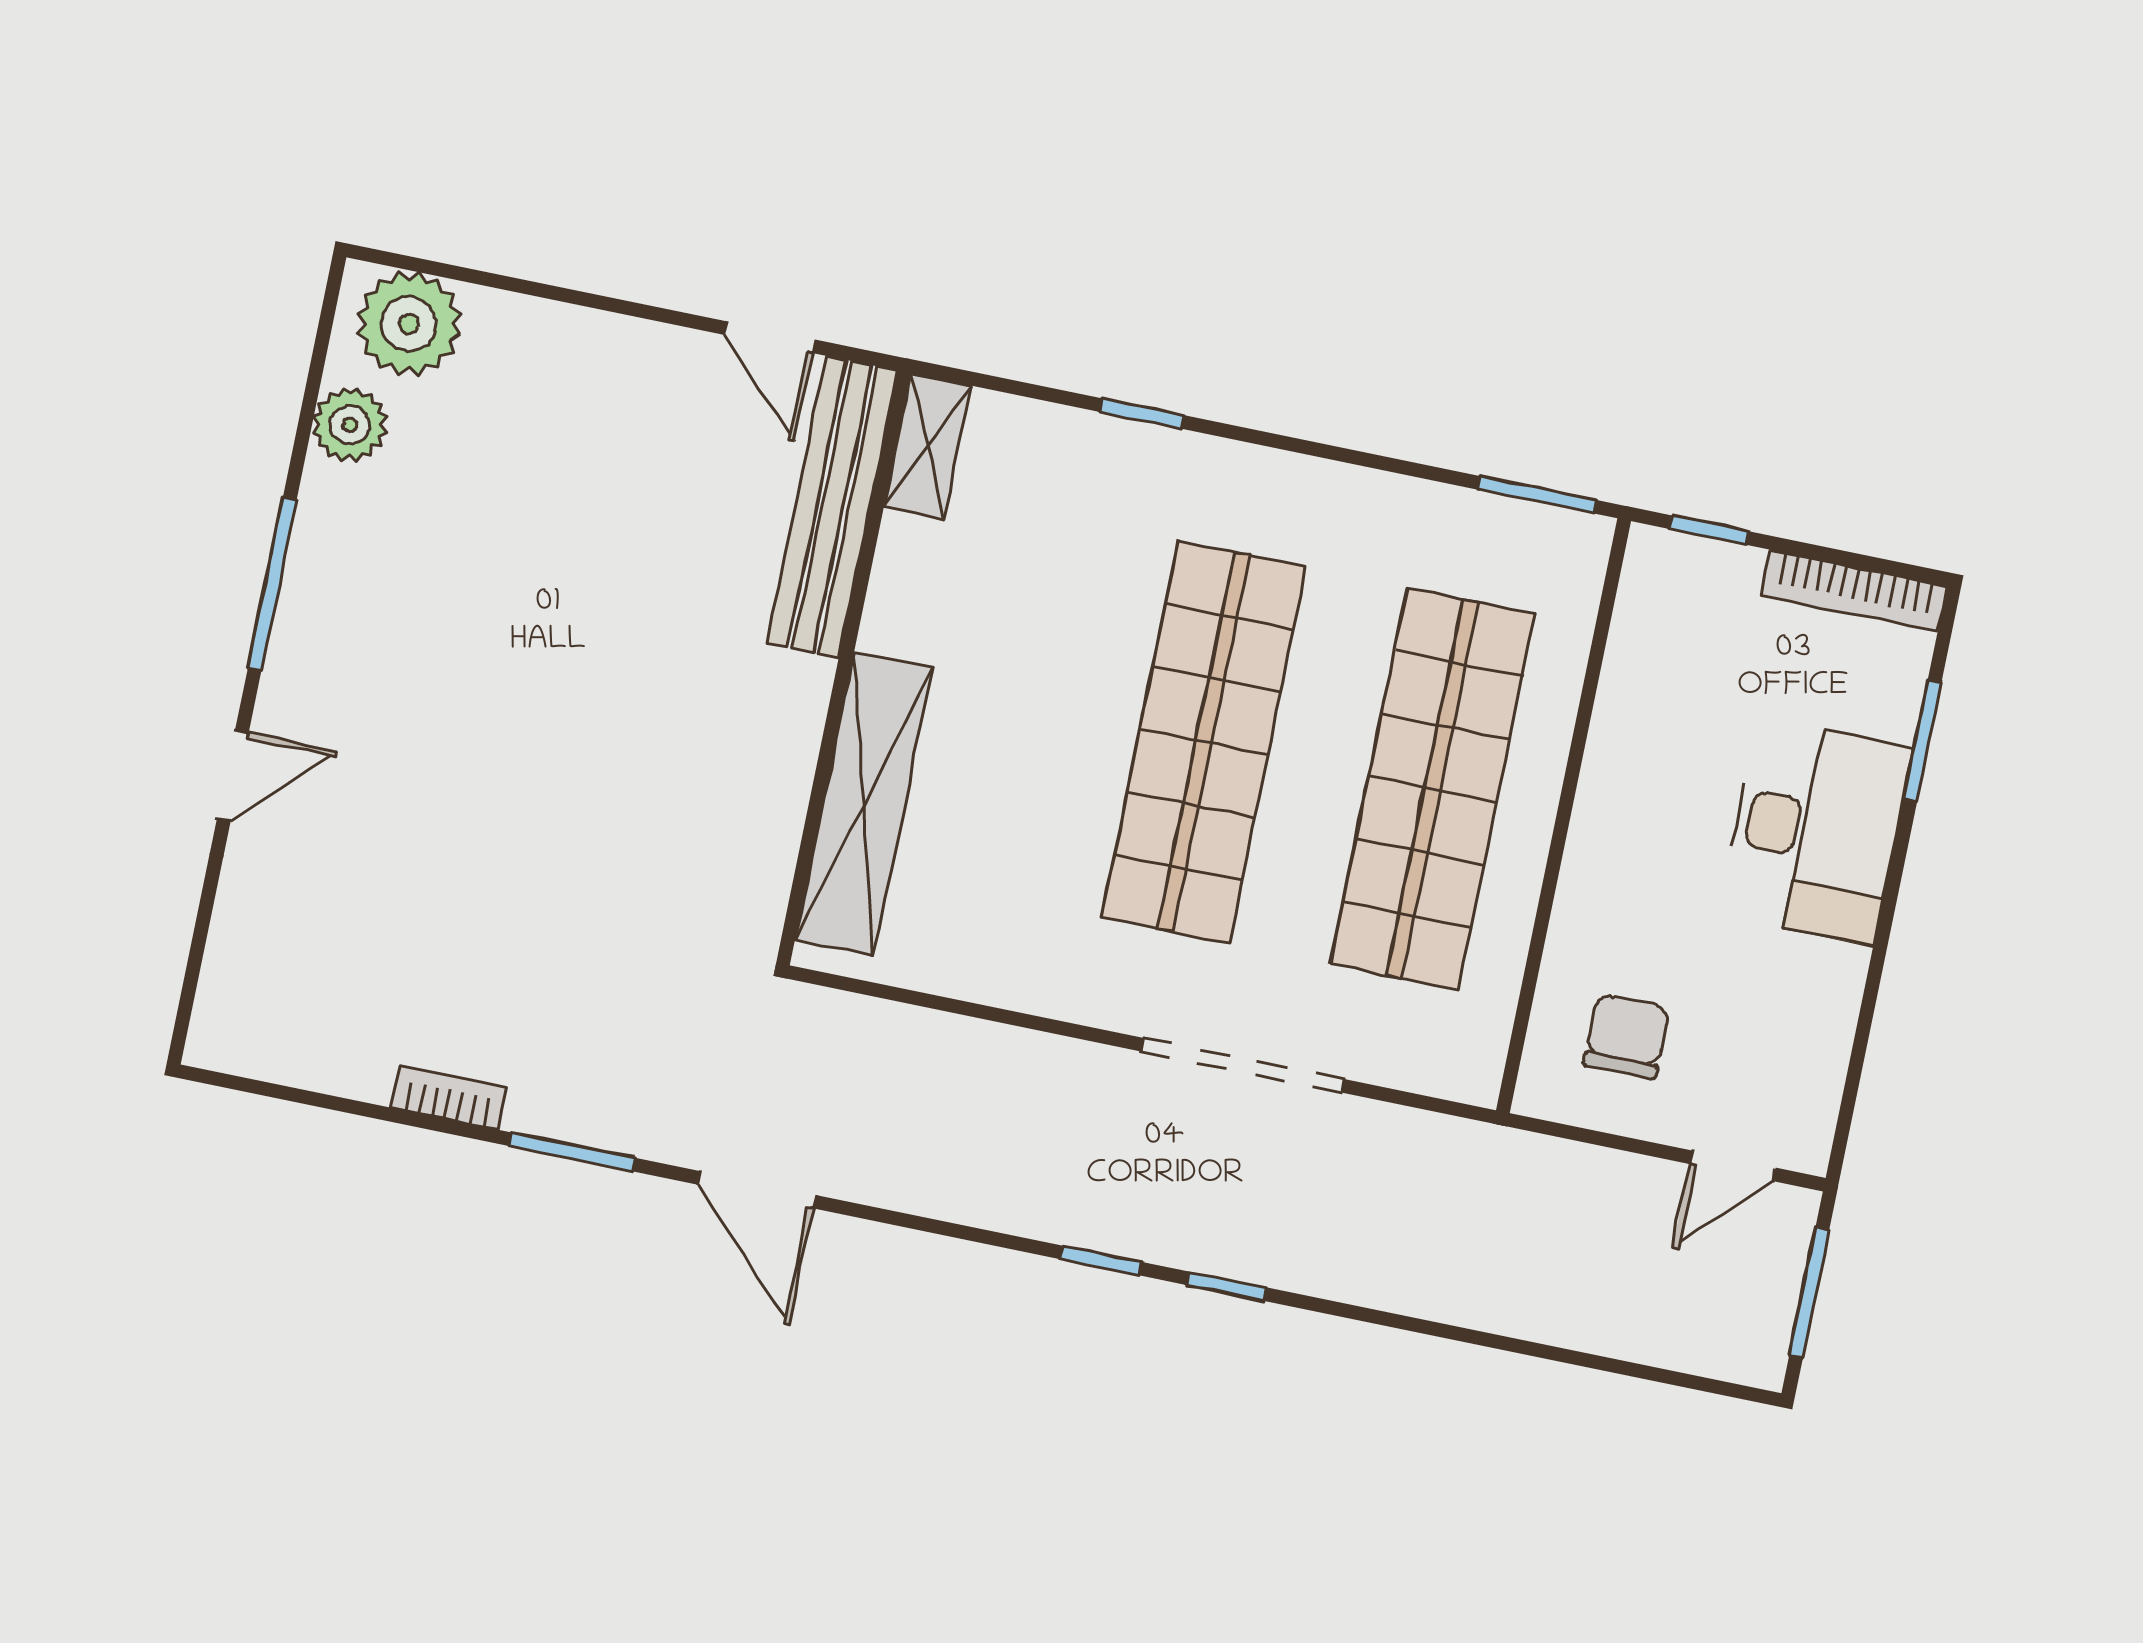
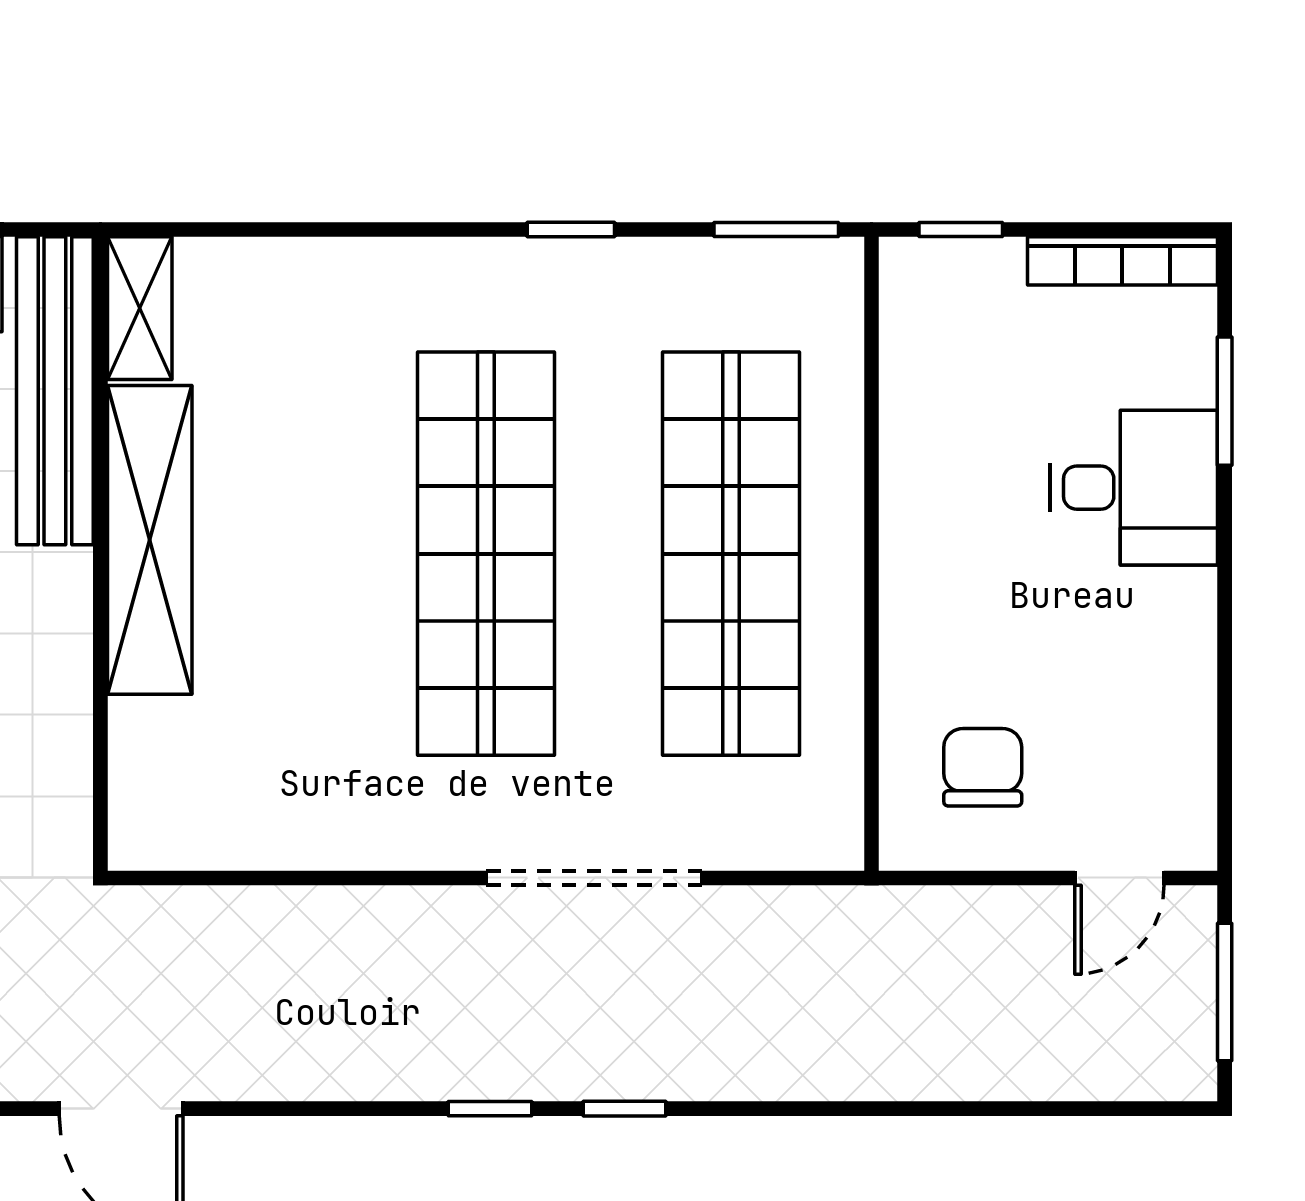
window: (1142, 414) -> (571, 229), moved
shelving: (864, 804) -> (150, 540), moved
desk: (1816, 831) -> (1134, 488), width x0.73

